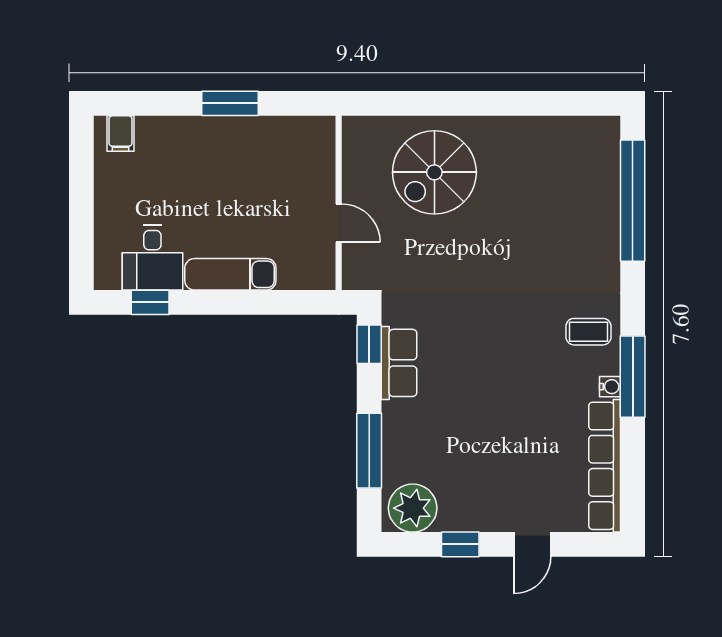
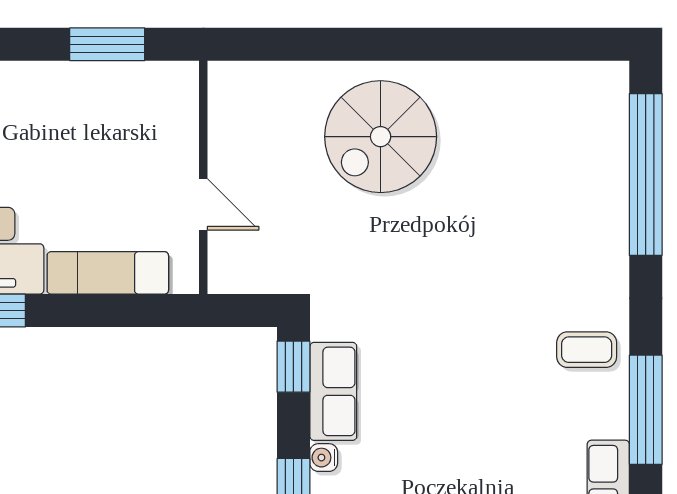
wall: (339, 203) -> (203, 177), moved
door: (339, 223) -> (203, 204), moved
water cooler: (610, 387) -> (324, 458), moved, turned 180

